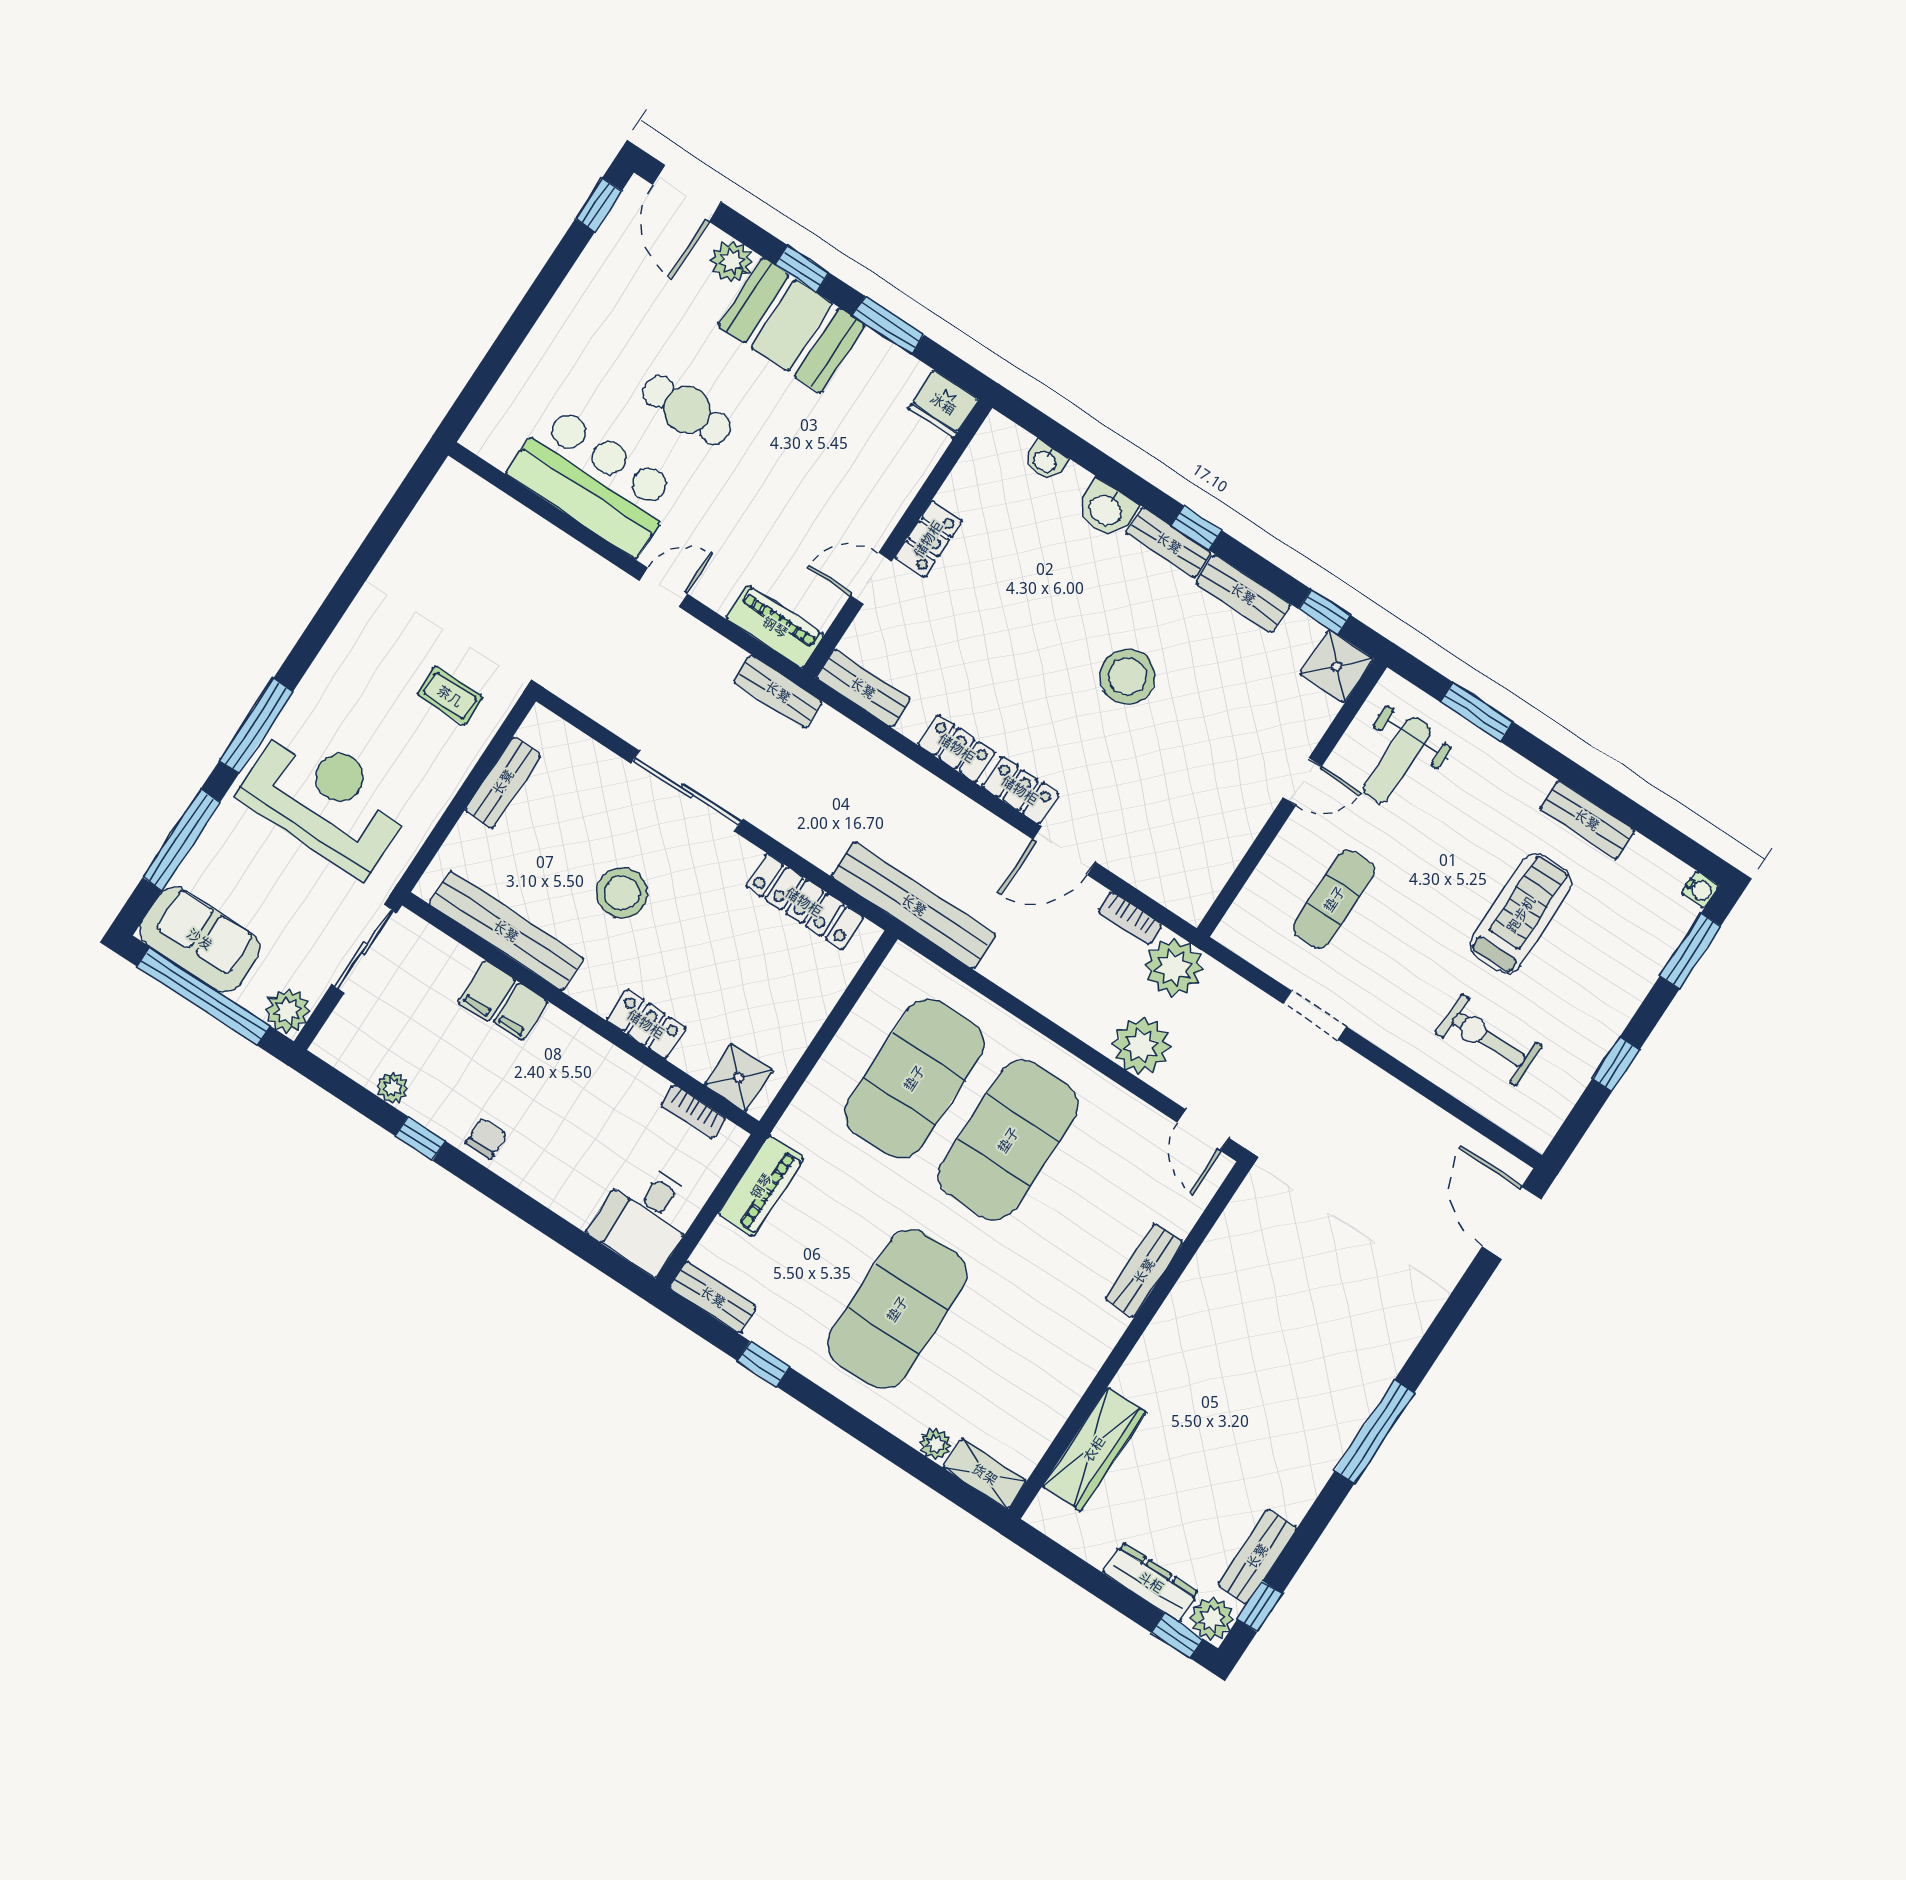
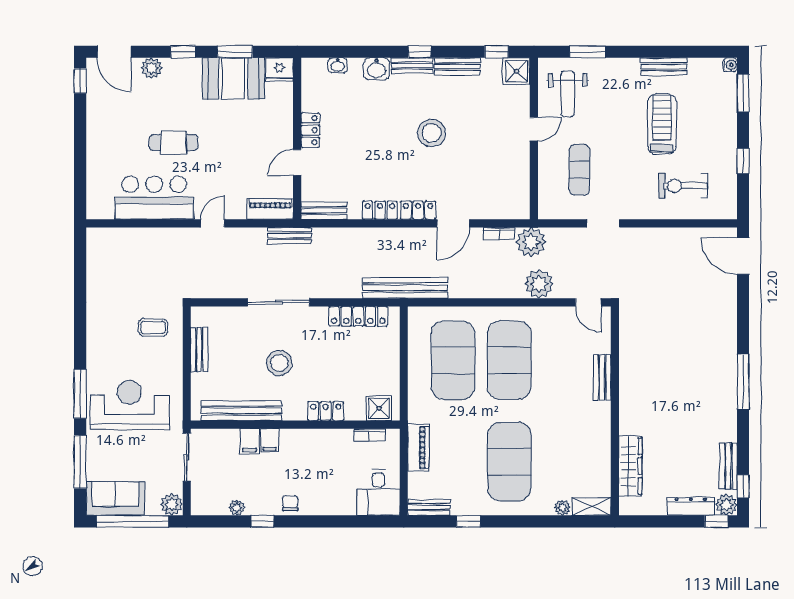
booth: (792, 325) -> (233, 78), moved

